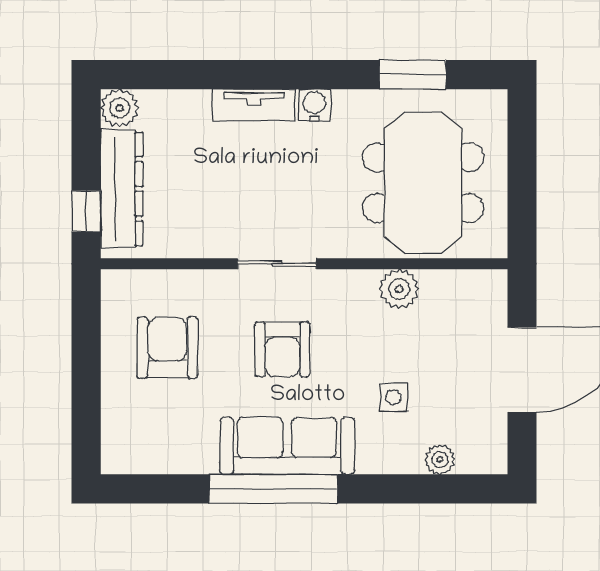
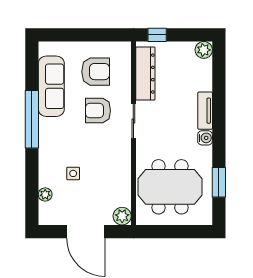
dresser: (122, 189) -> (145, 74), moved, turned -90
plant: (399, 289) -> (122, 216), moved
armchair: (282, 349) -> (98, 111), moved
sofa: (287, 446) -> (51, 86), moved

